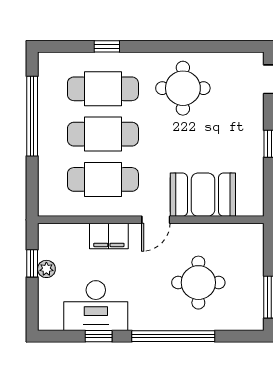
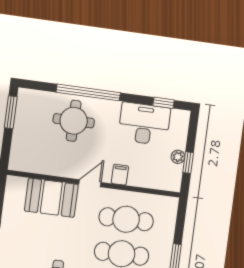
filing cabinet: (109, 236) -> (120, 175), width x0.50
round table: (198, 283) -> (74, 121), moved
window: (99, 336) -> (164, 103), moved

